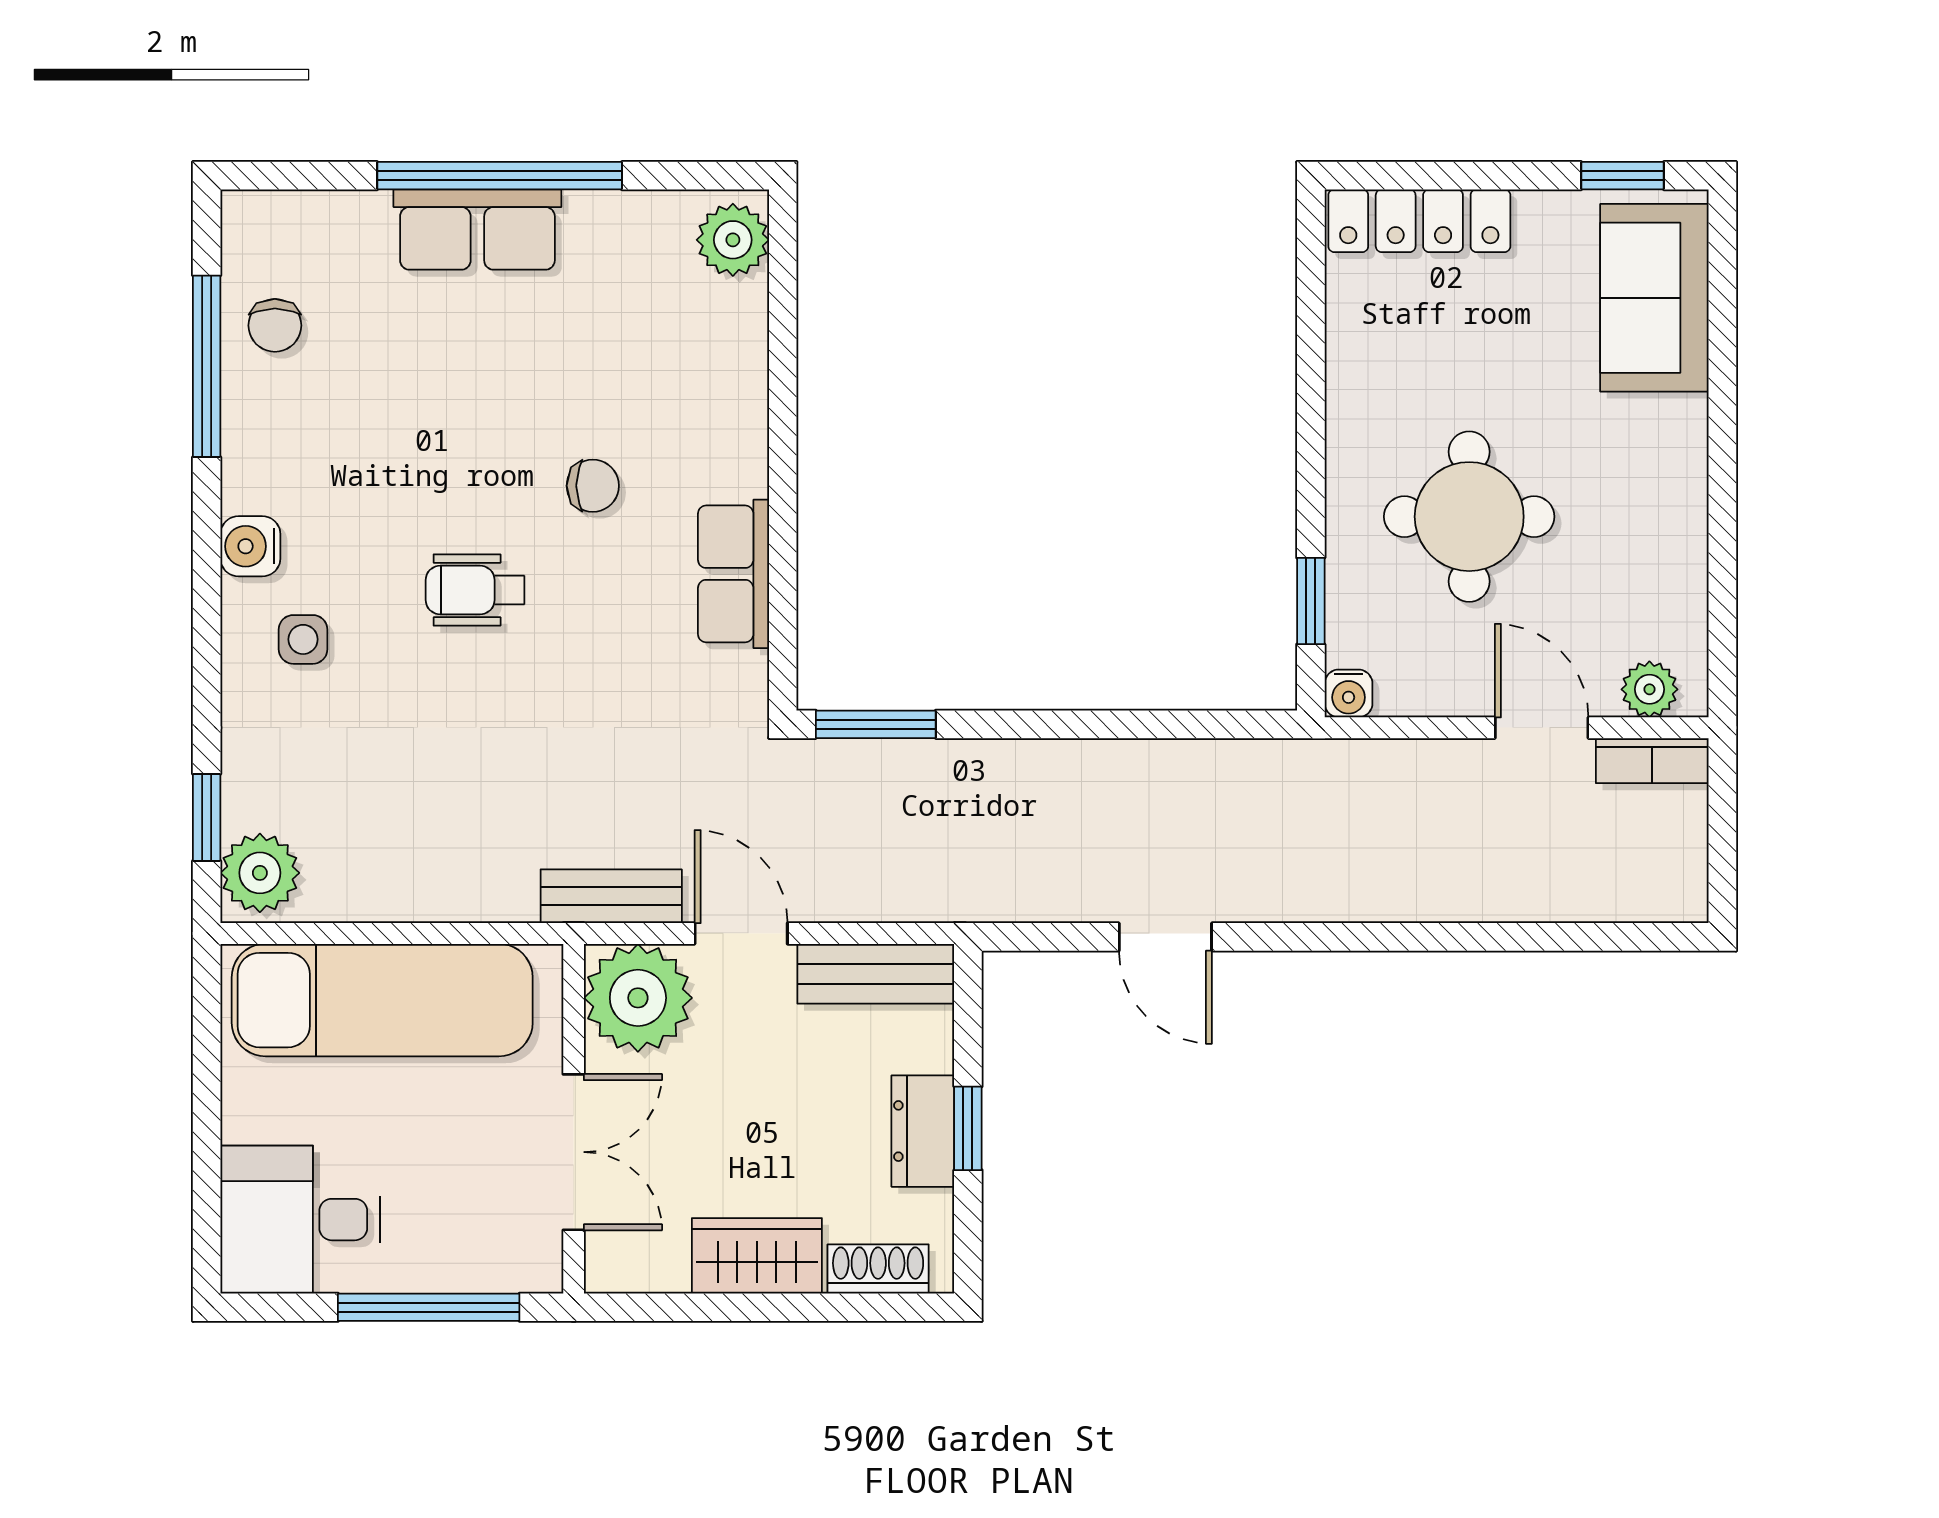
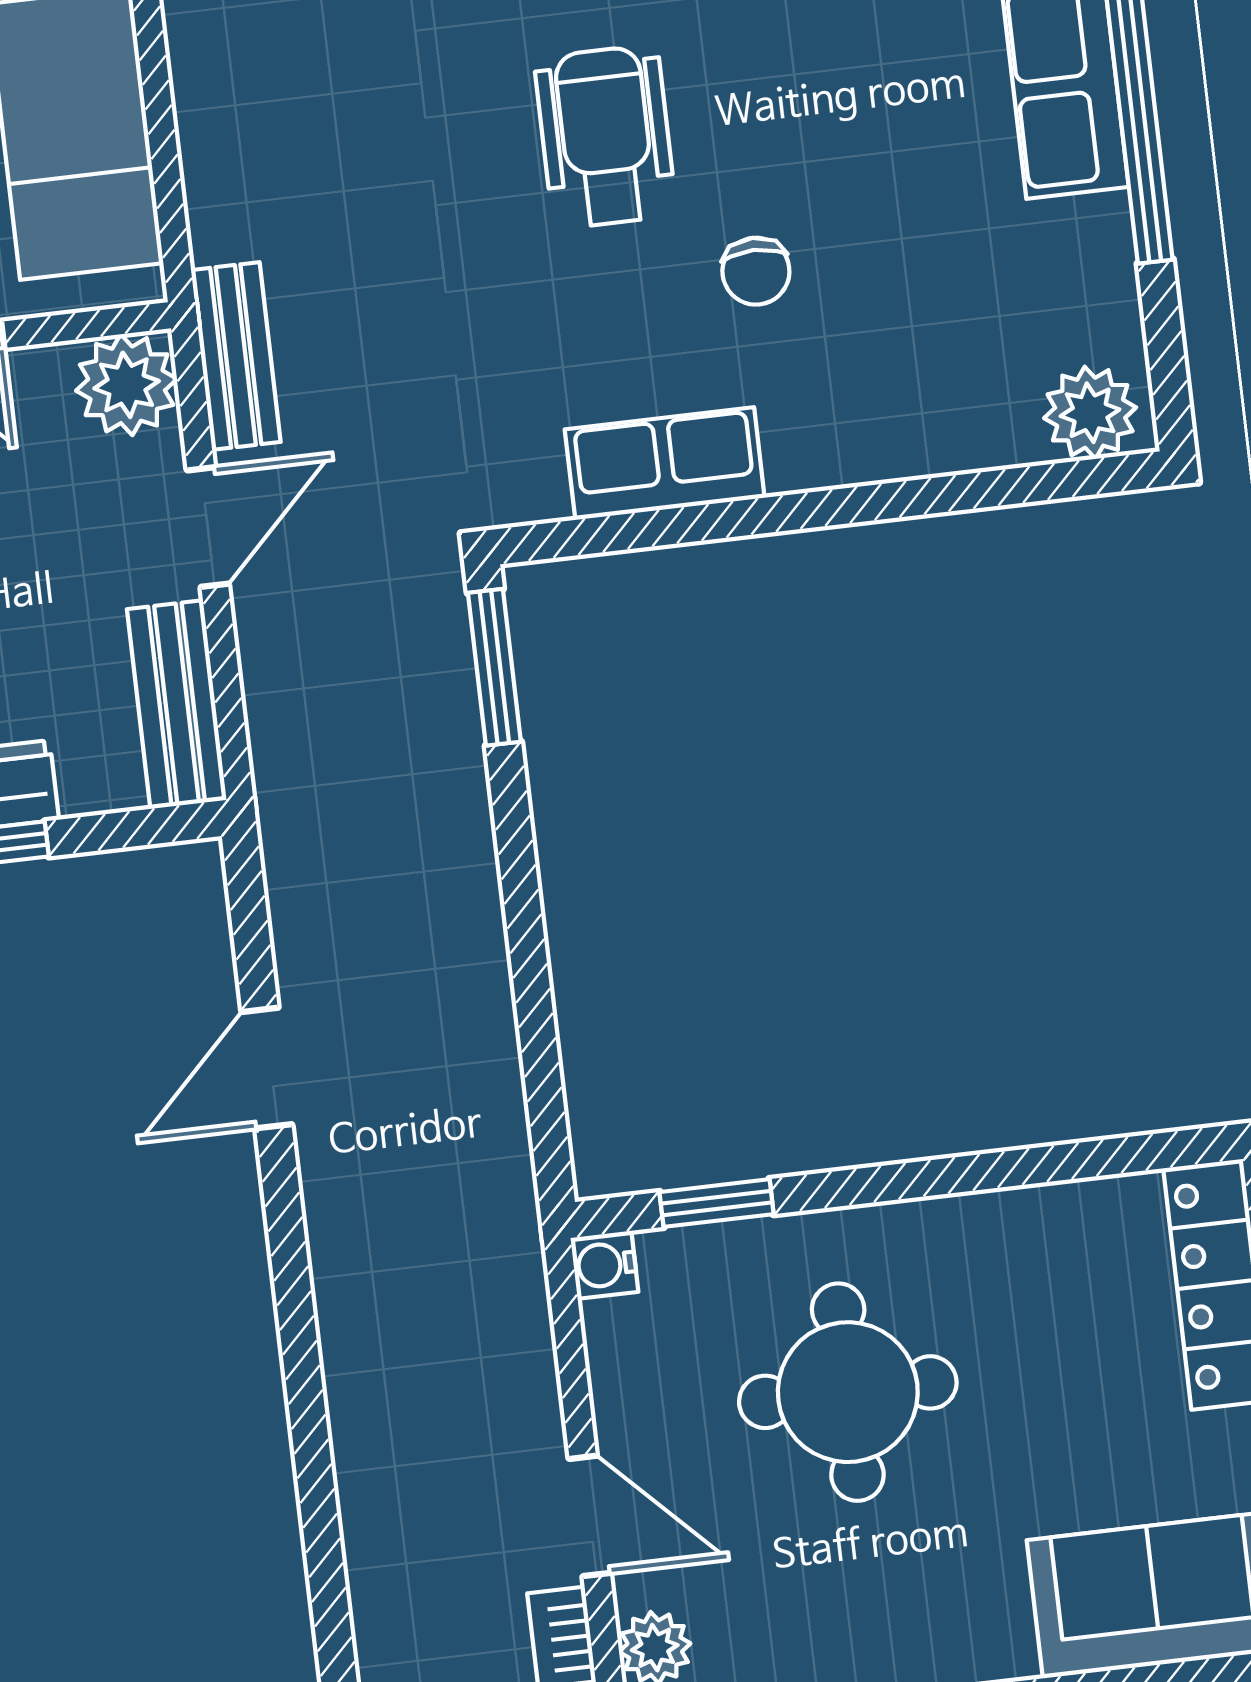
wheelchair: (475, 590) -> (605, 137), width x1.36, depth x1.37
door: (1542, 728) -> (590, 1516), hinge flipped
plant: (638, 998) -> (127, 385), width x0.73, depth x0.73

